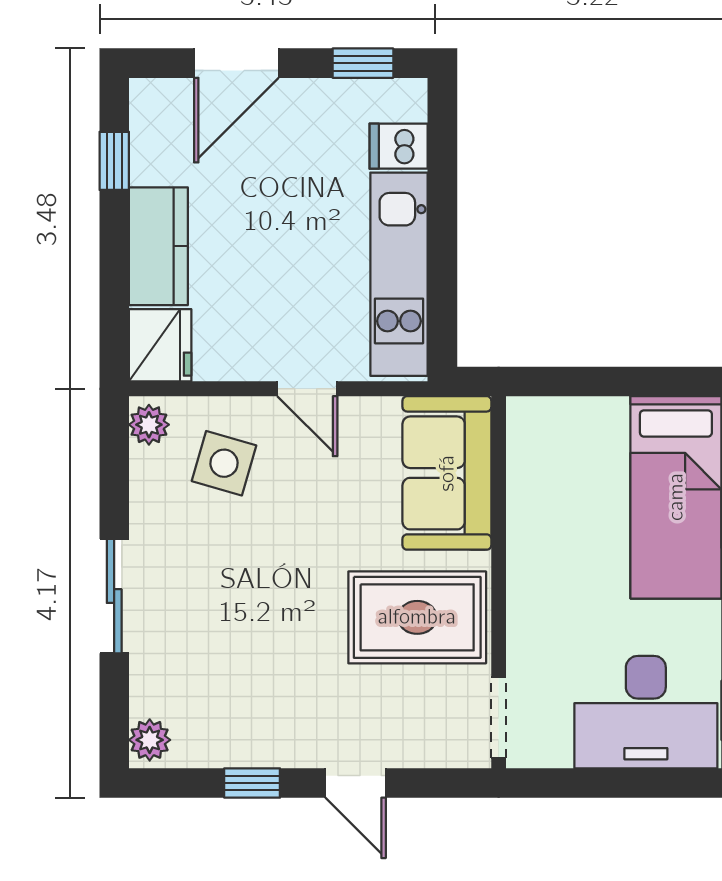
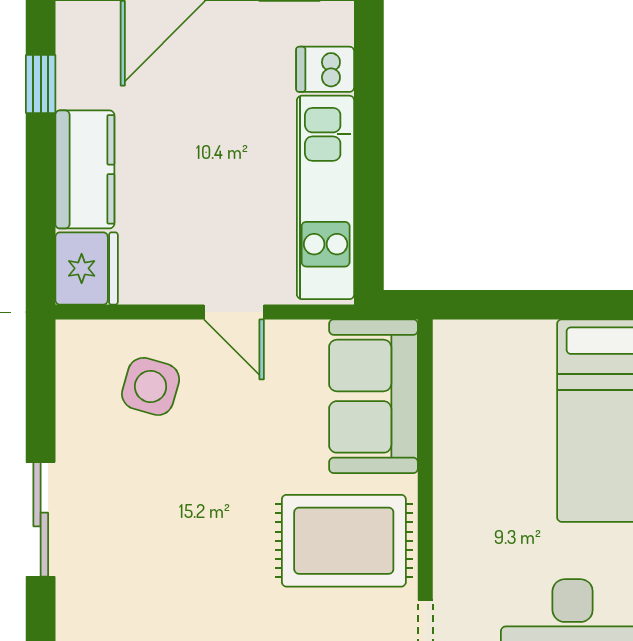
plant: (149, 425) -> (75, 348), removed

